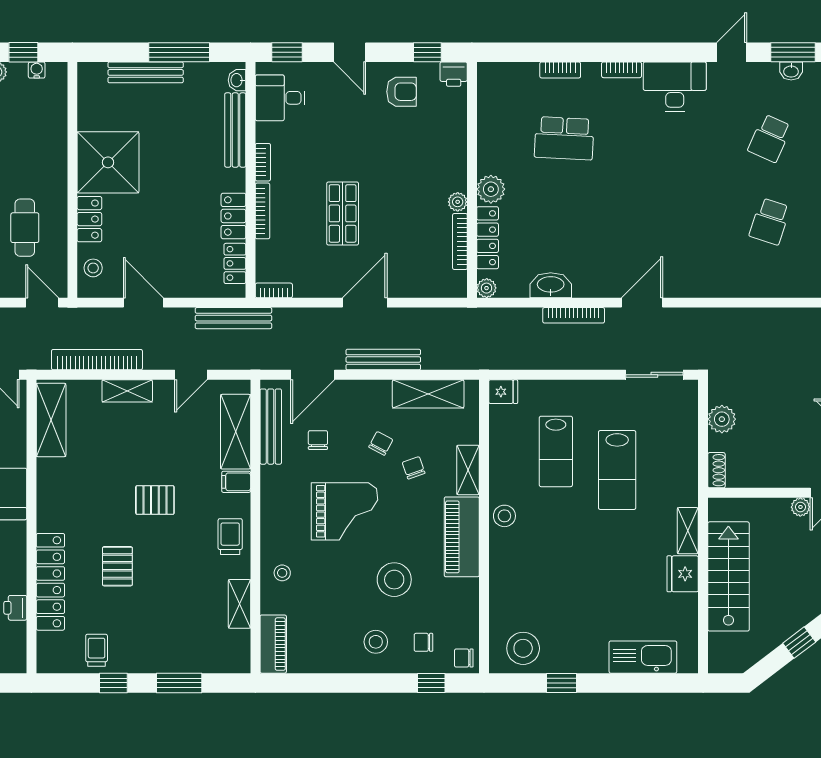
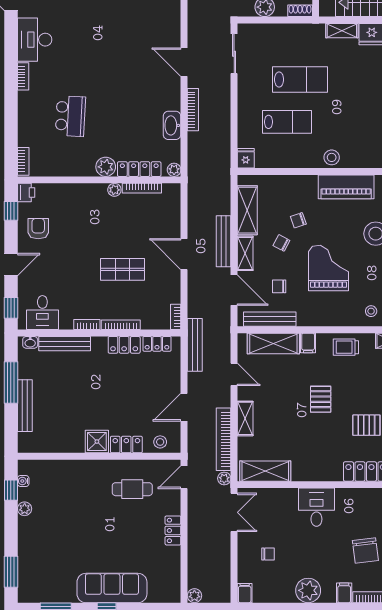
bookcase: (560, 70) -> (23, 161), moved
shower: (108, 162) -> (97, 442), width x0.54, depth x0.54
plant: (40, 361) -> (224, 478), added
shelving: (468, 470) -> (245, 253), moved, turned 90

